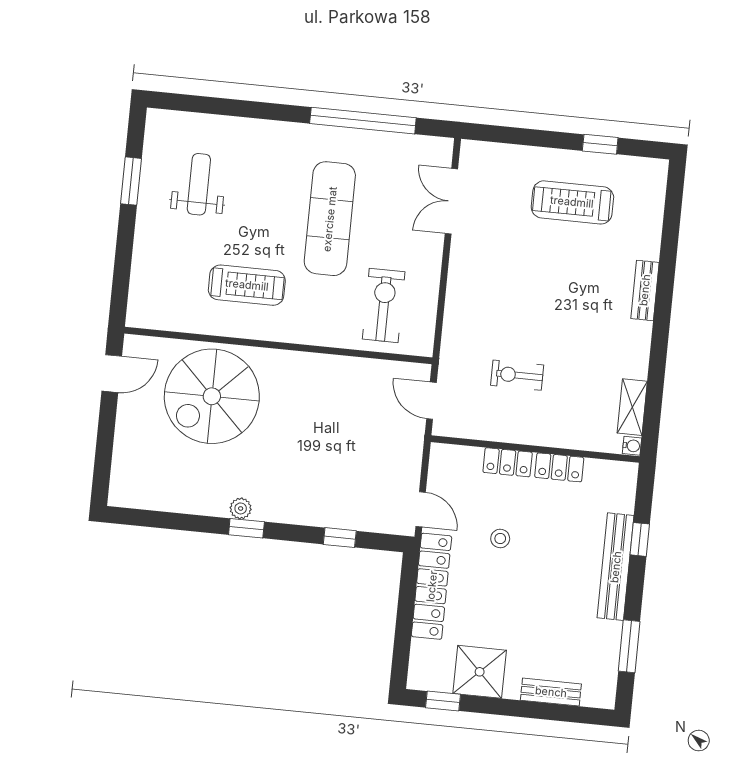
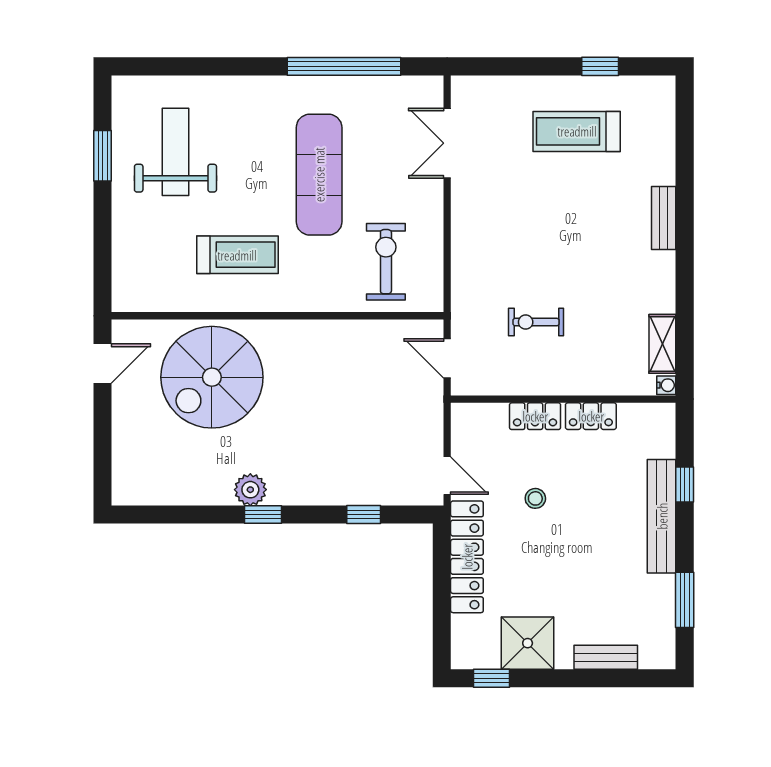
weight bench: (199, 184) -> (175, 152), width x1.36, depth x1.33
plant: (241, 508) -> (250, 490), width x1.38, depth x1.38

